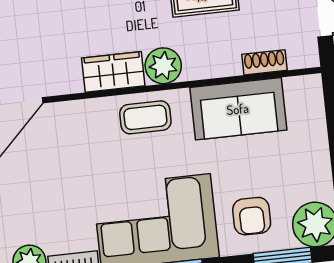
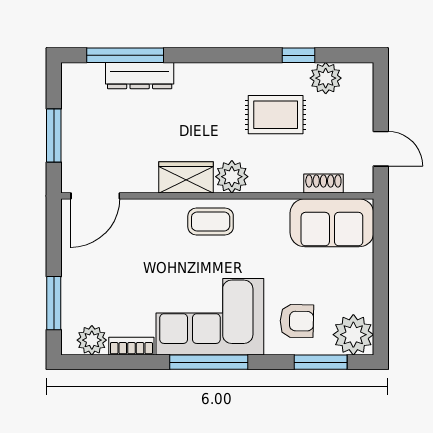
sofa: (238, 109) -> (332, 223), moved
armchair: (252, 216) -> (297, 321), turned -89

